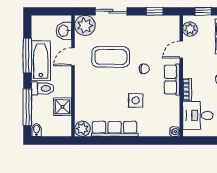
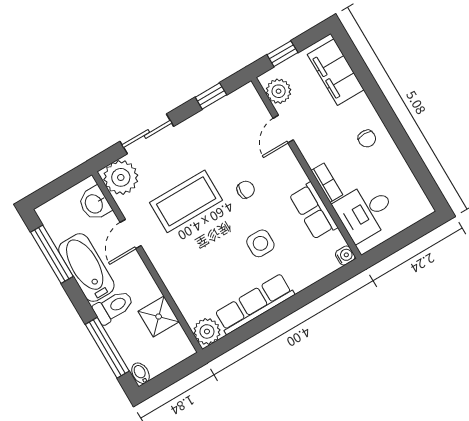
window: (27, 55) -> (52, 254), moved
row of seats: (172, 80) -> (313, 211), moved

